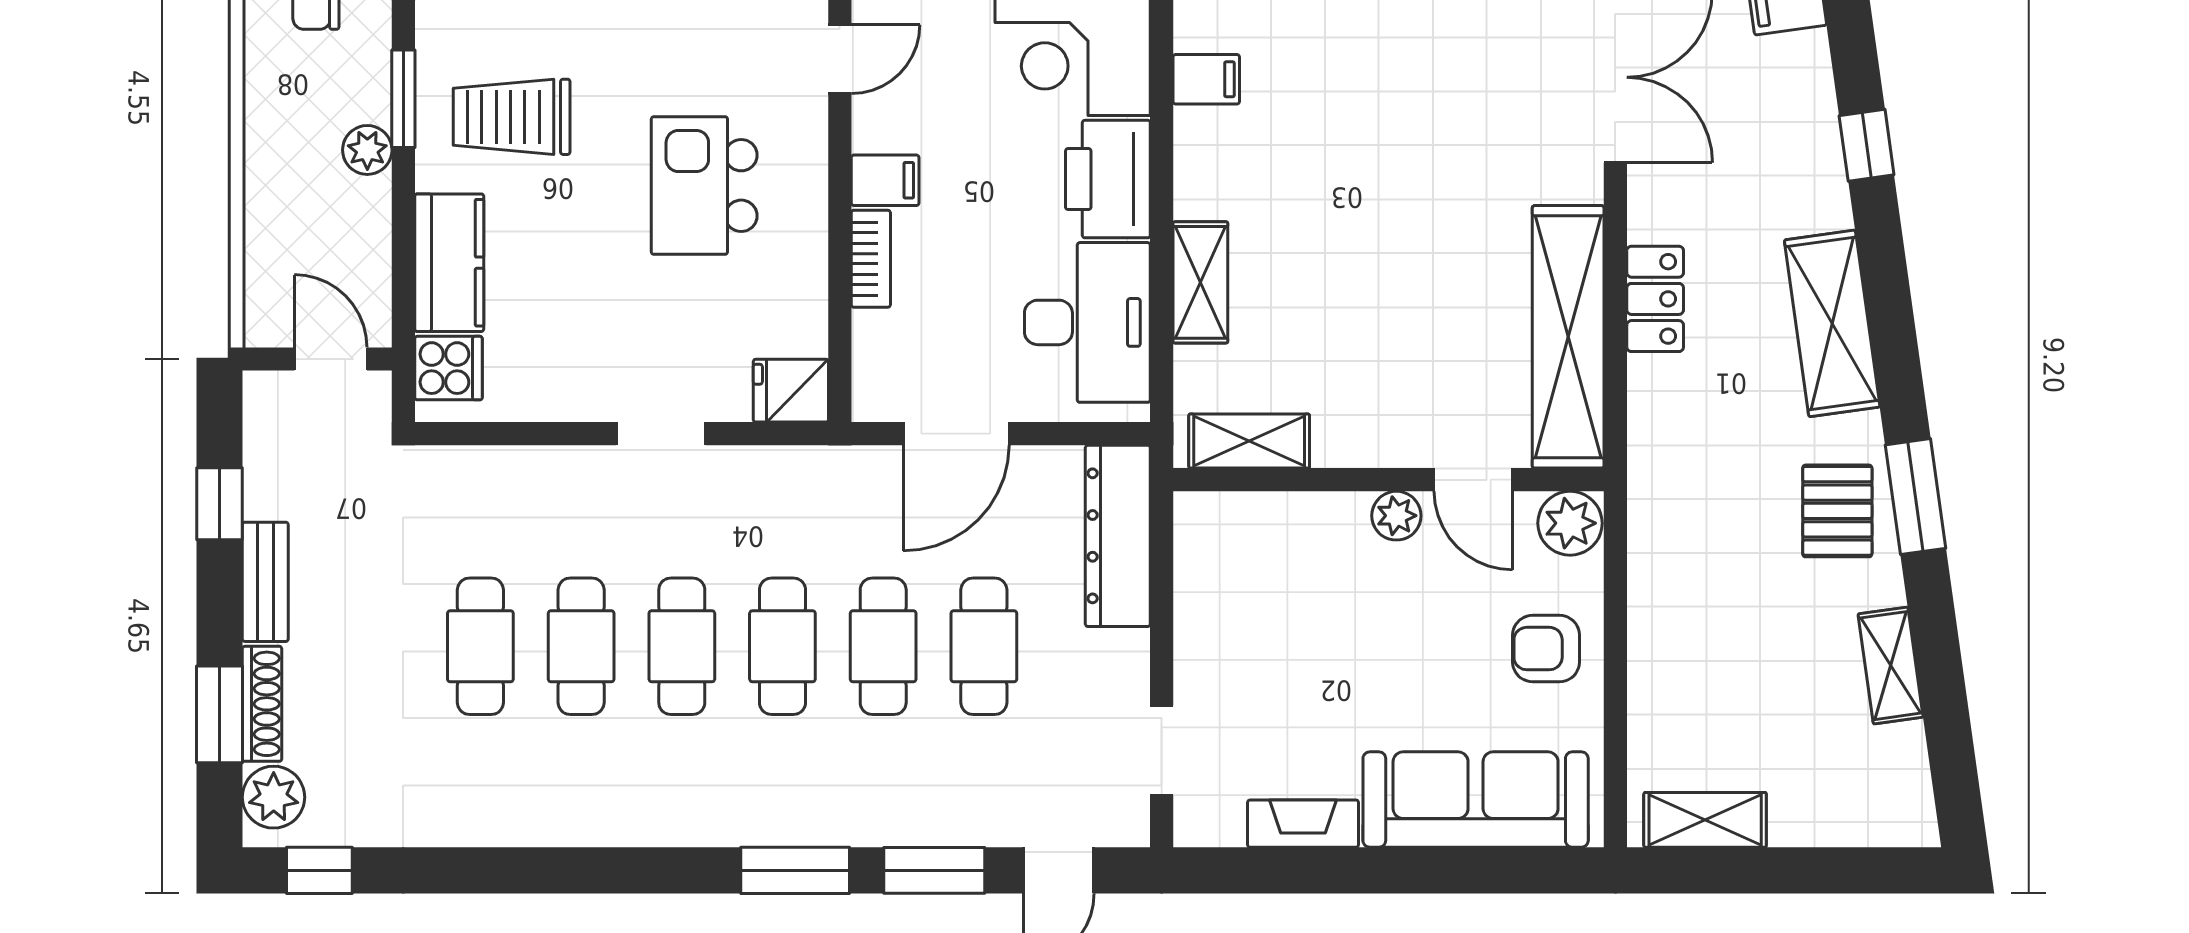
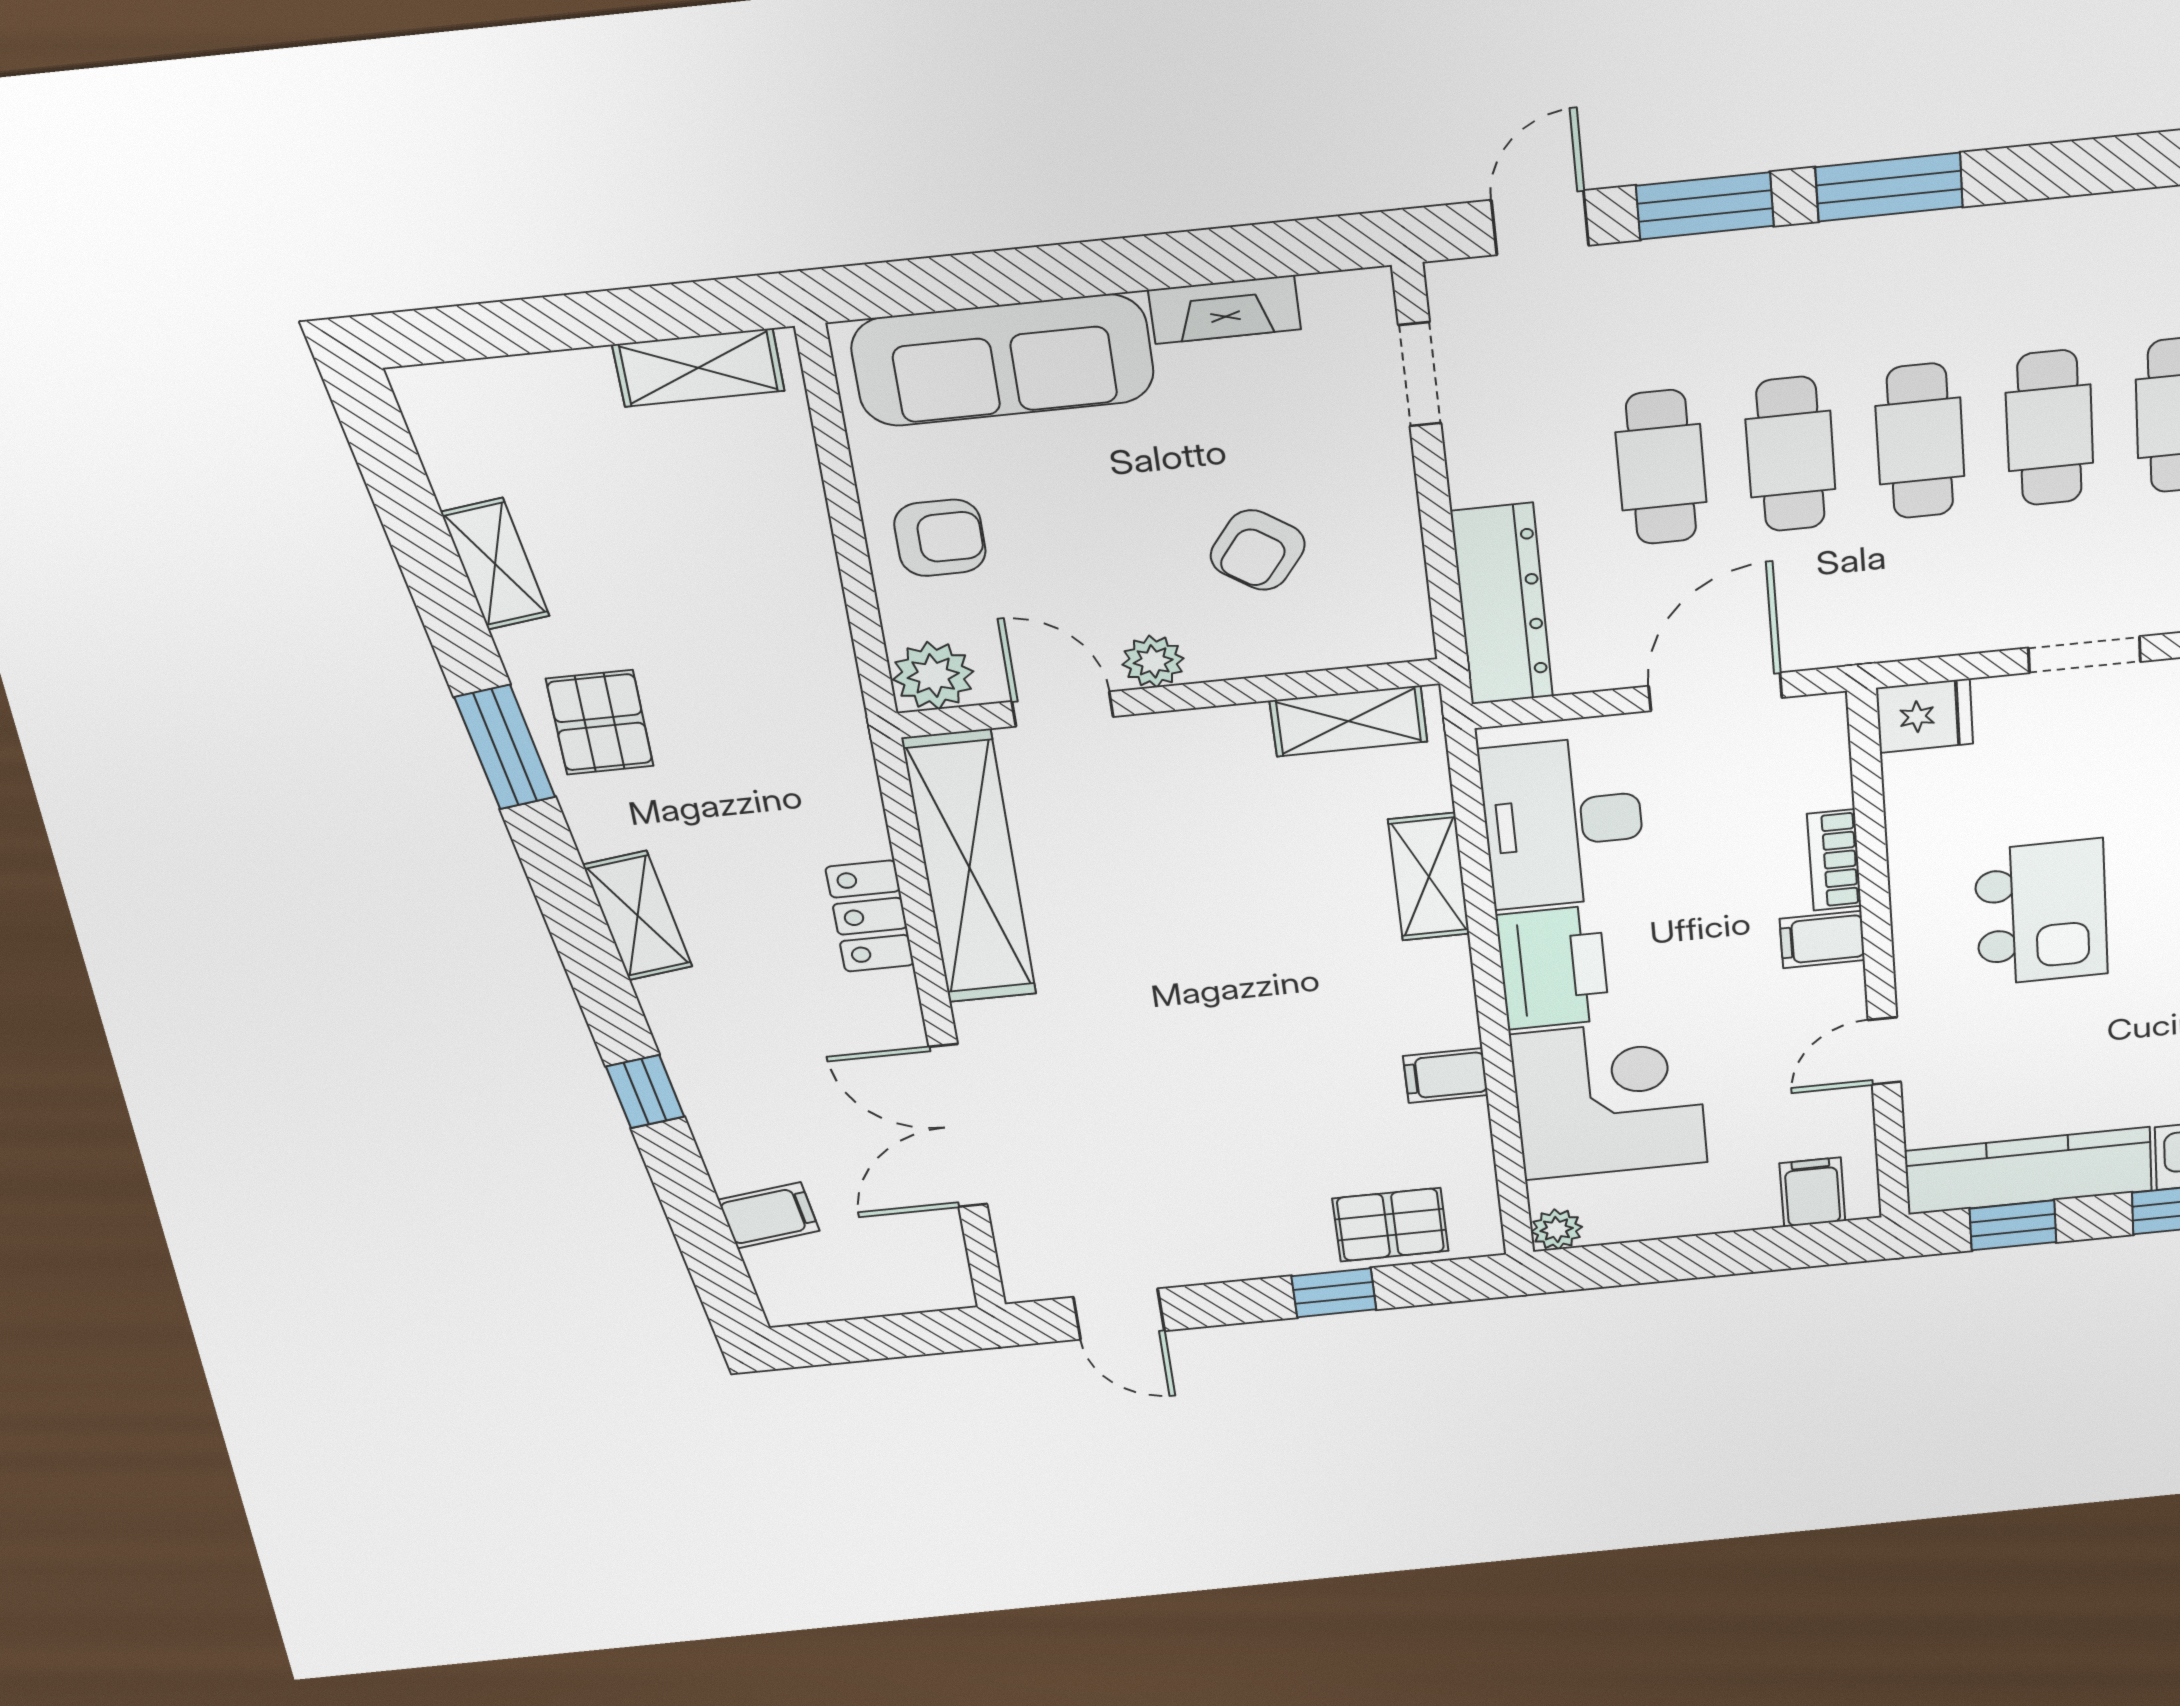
shelving: (1832, 323) -> (638, 916), width x0.67, depth x0.75
armchair: (1303, 608) -> (1258, 550), added

